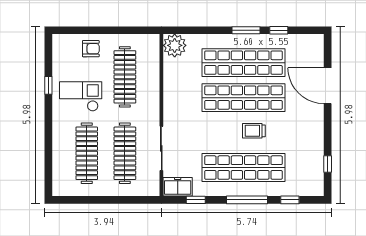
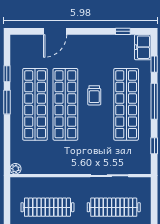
plant: (175, 45) -> (16, 169), width x0.53, depth x0.53
door: (328, 86) -> (55, 31), width x0.73
freezer: (178, 187) -> (143, 47), moved

